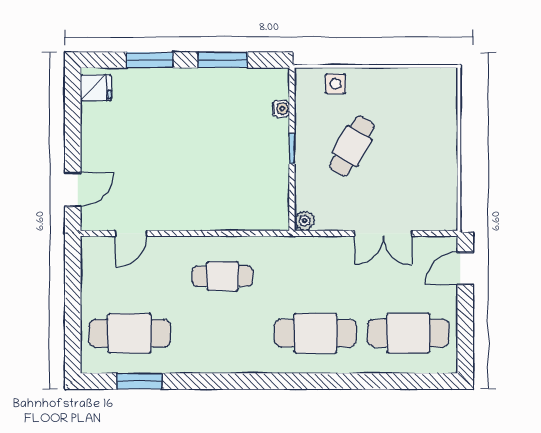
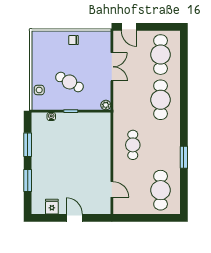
fridge: (96, 88) -> (52, 207), moved
chair: (438, 154) -> (74, 40), added
door: (73, 189) -> (74, 218), moved
window: (139, 381) -> (184, 157), moved

